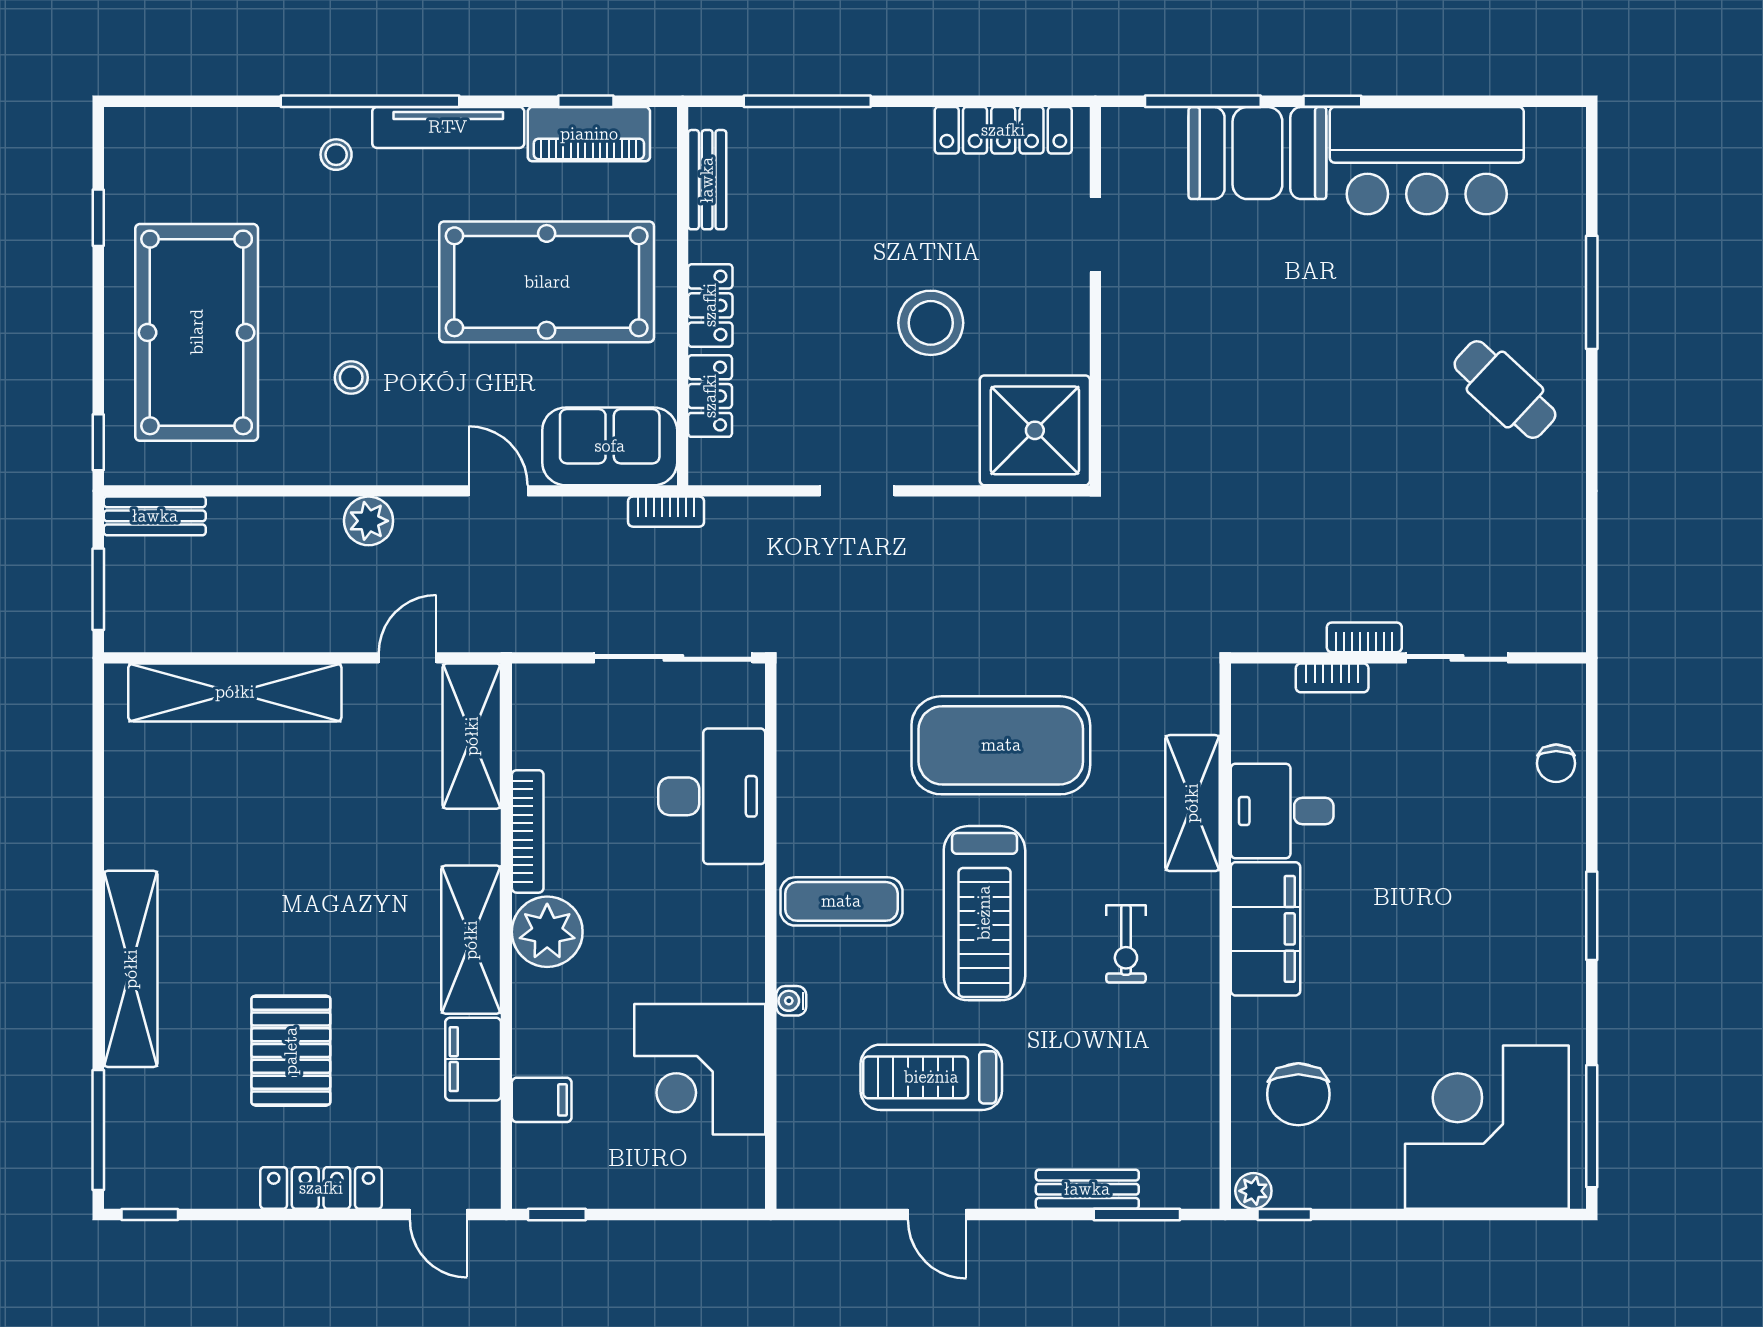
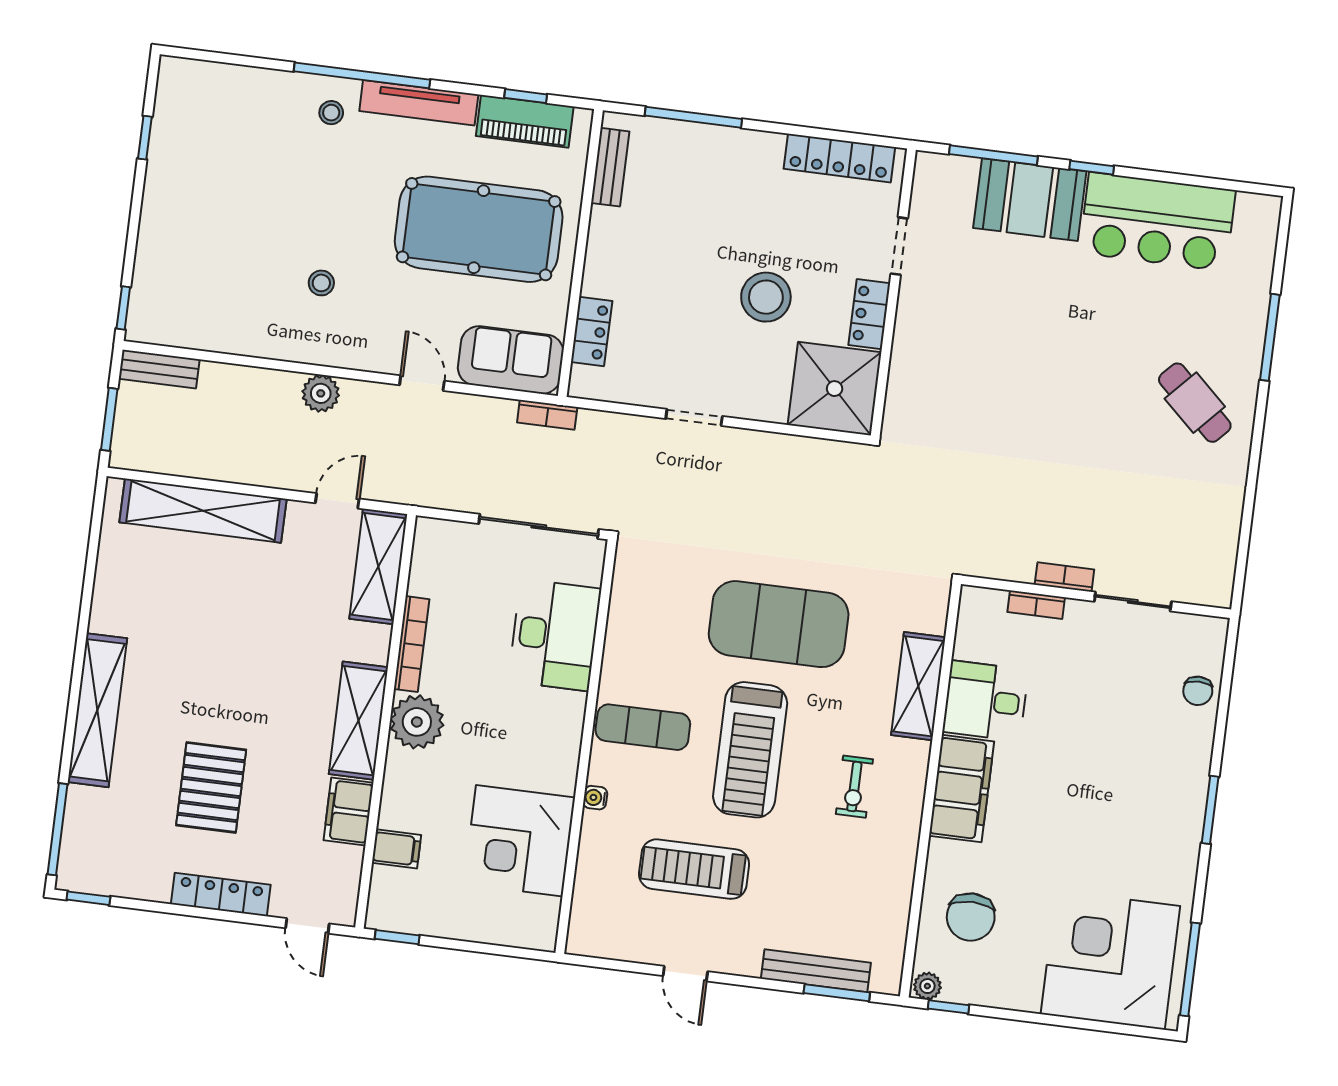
locker: (710, 305) -> (869, 314), moved, turned 180
pool table: (197, 332) -> (208, 234), removed
bench: (1087, 1189) -> (816, 971), width x1.36

